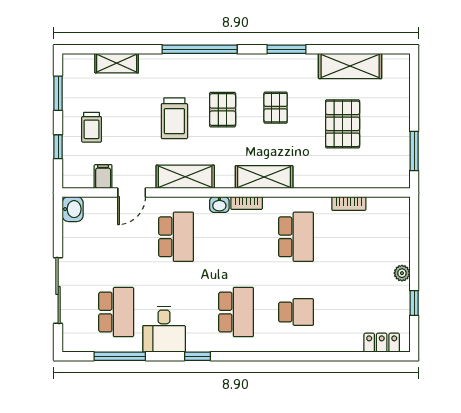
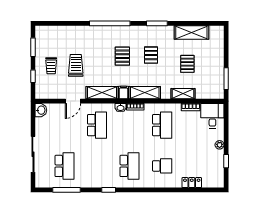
shelving: (117, 63) -> (183, 94), moved
trolley: (174, 118) -> (76, 65), moved, turned 180
pallet: (343, 124) -> (187, 64), width x0.67, depth x0.71
filing cabinet: (103, 177) -> (123, 92), moved
desk: (164, 329) -> (212, 116), moved, turned 180
locker: (382, 343) -> (192, 183), moved

